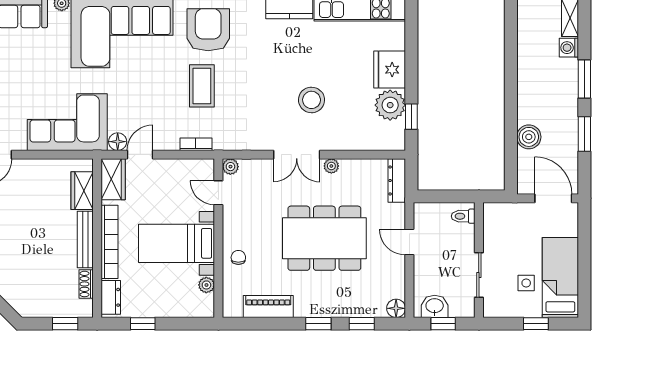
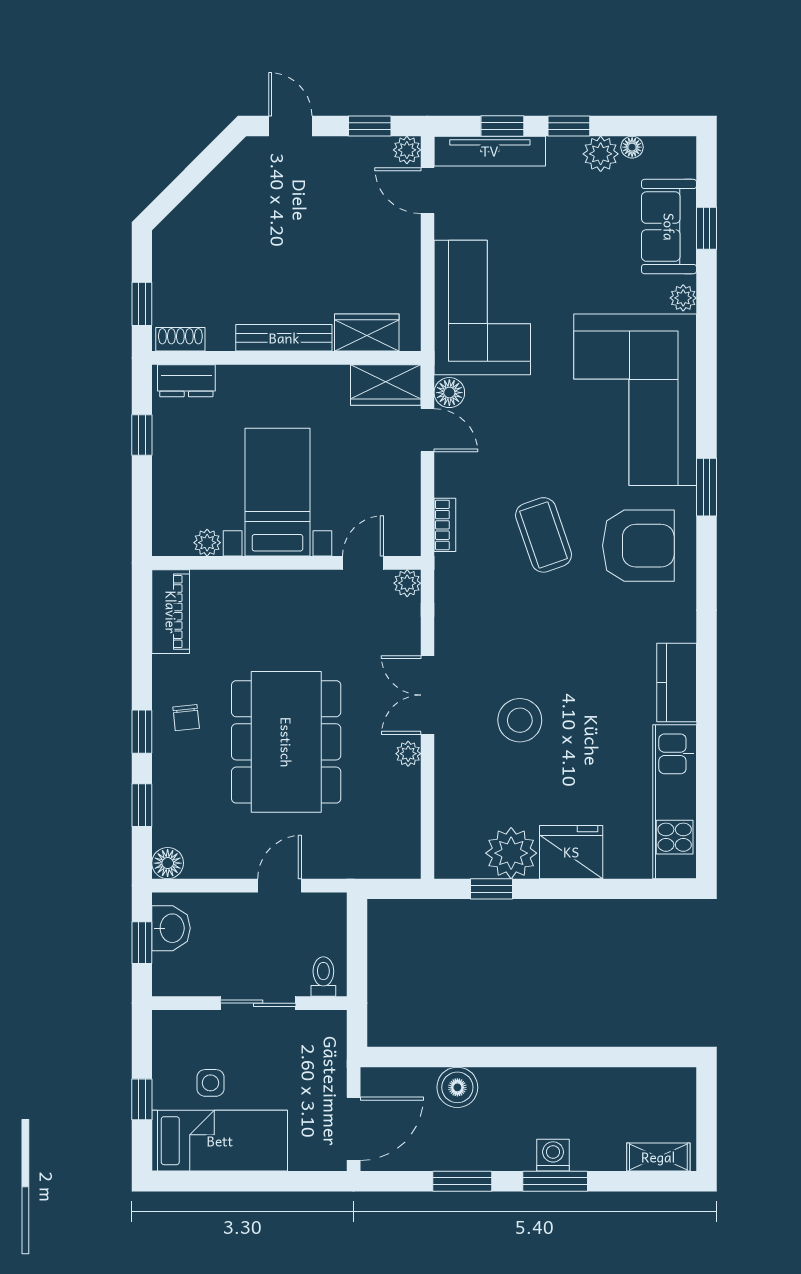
washing machine: (569, 48) -> (553, 1155), moved
coffee table: (202, 86) -> (544, 535), turned 71
dresser: (397, 180) -> (384, 864), removed
bookcase: (109, 242) -> (280, 379), removed
chair: (238, 257) -> (186, 718), moved, turned 84
sliding door: (479, 275) -> (258, 1003), moved
shoe rack: (86, 284) -> (180, 339), moved
piano: (268, 307) -> (171, 612), moved

